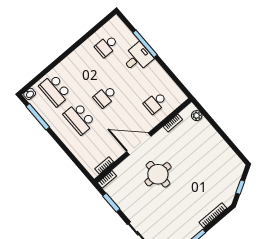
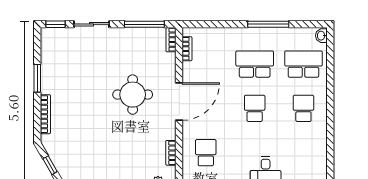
school desk: (107, 46) -> (303, 108), moved
window: (38, 117) -> (268, 24), moved
window: (111, 203) -> (144, 24), width x1.44

